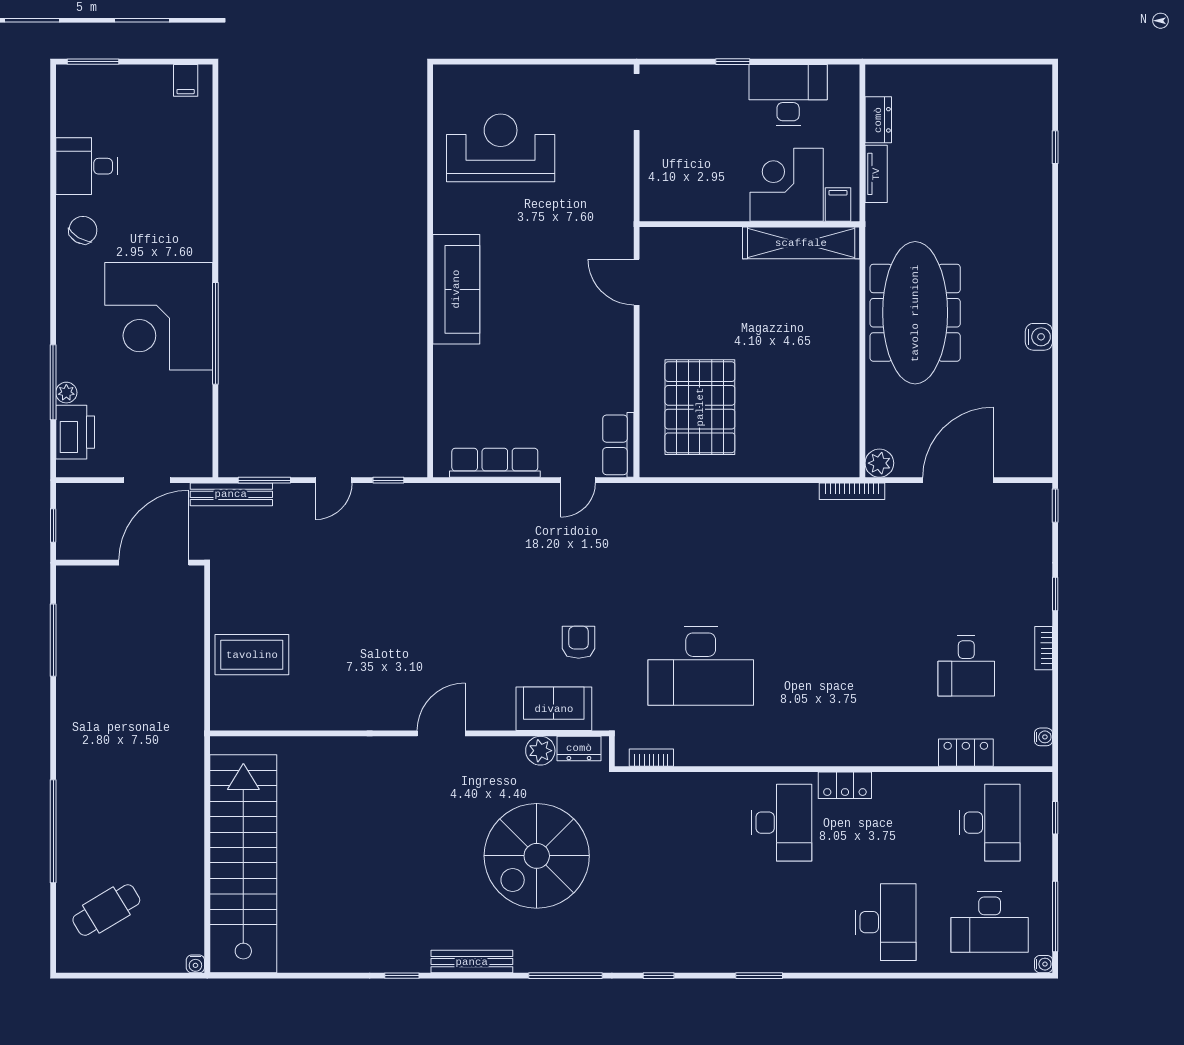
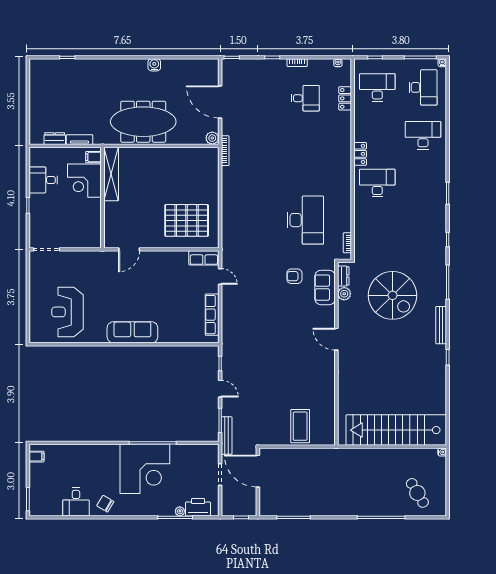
desk: (788, 95) -> (43, 180), width x0.73

